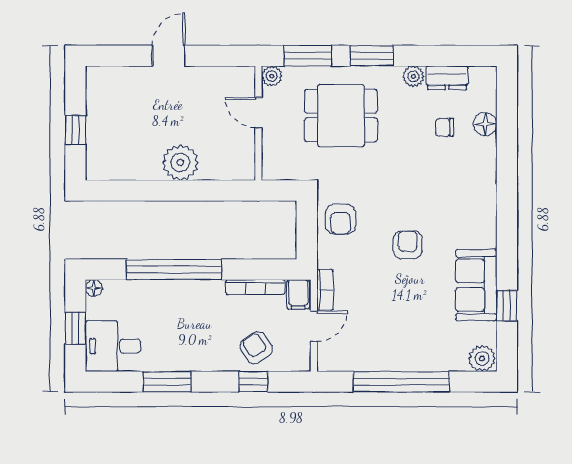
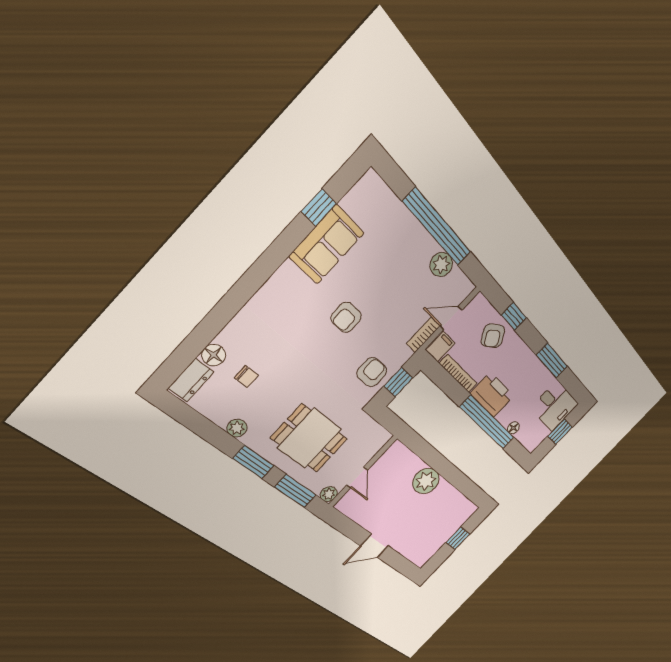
dresser: (447, 78) -> (191, 380), moved, turned 90
window: (307, 231) -> (398, 382), added
floor lamp: (94, 288) -> (513, 428), moved
printer: (198, 298) -> (492, 395), added
plant: (482, 358) -> (441, 264), moved

